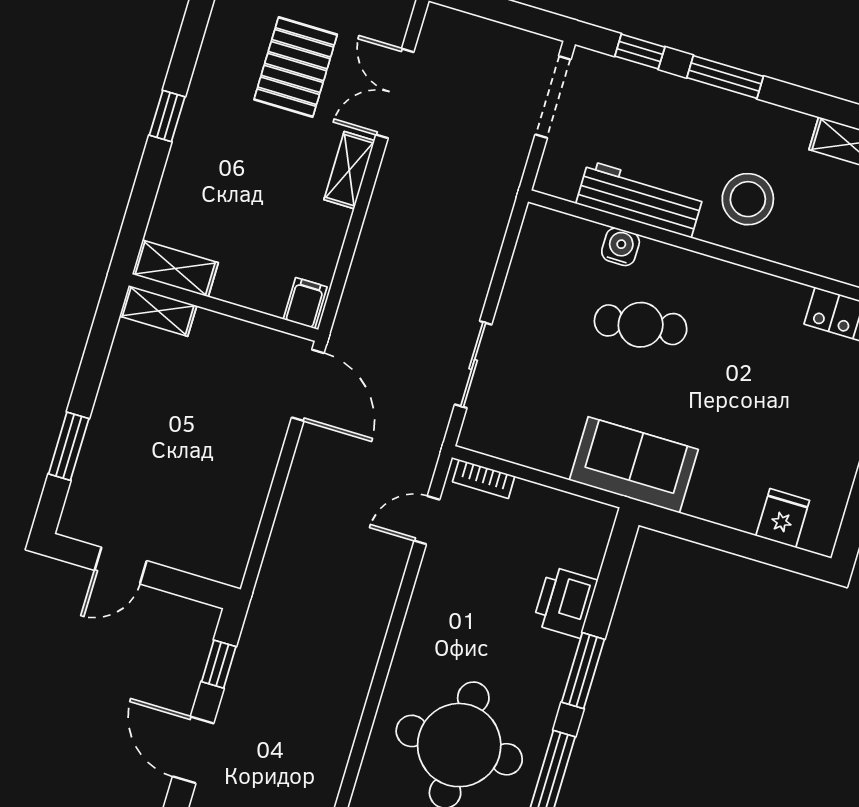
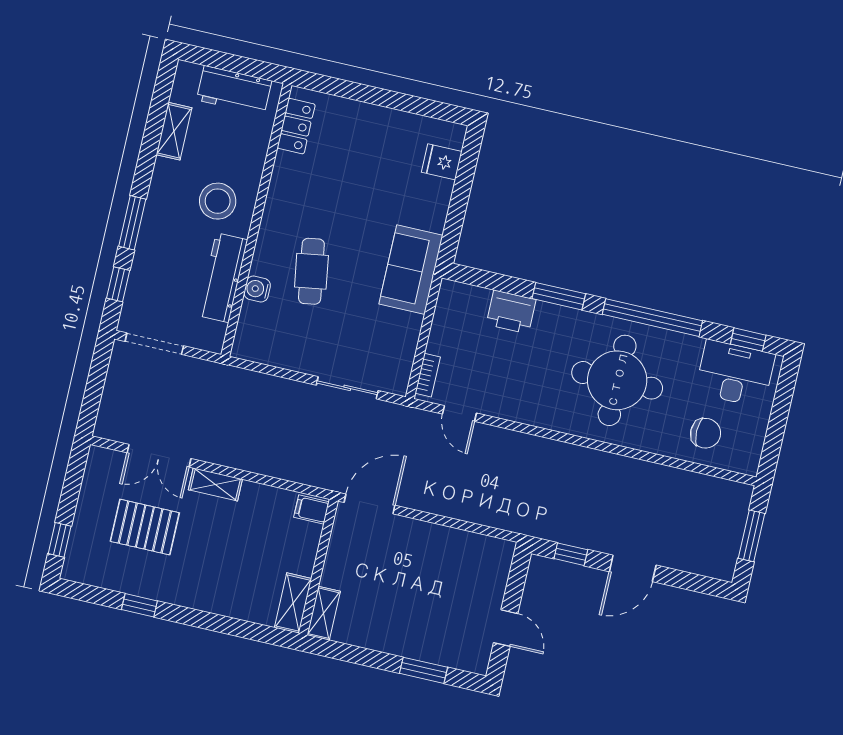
window: (167, 116) -> (139, 605), moved

